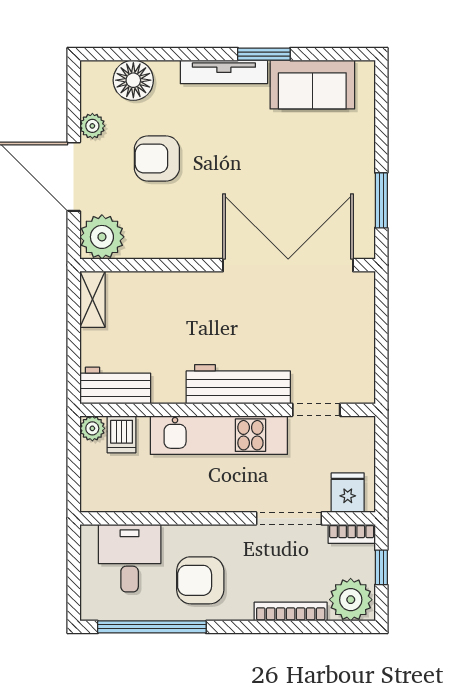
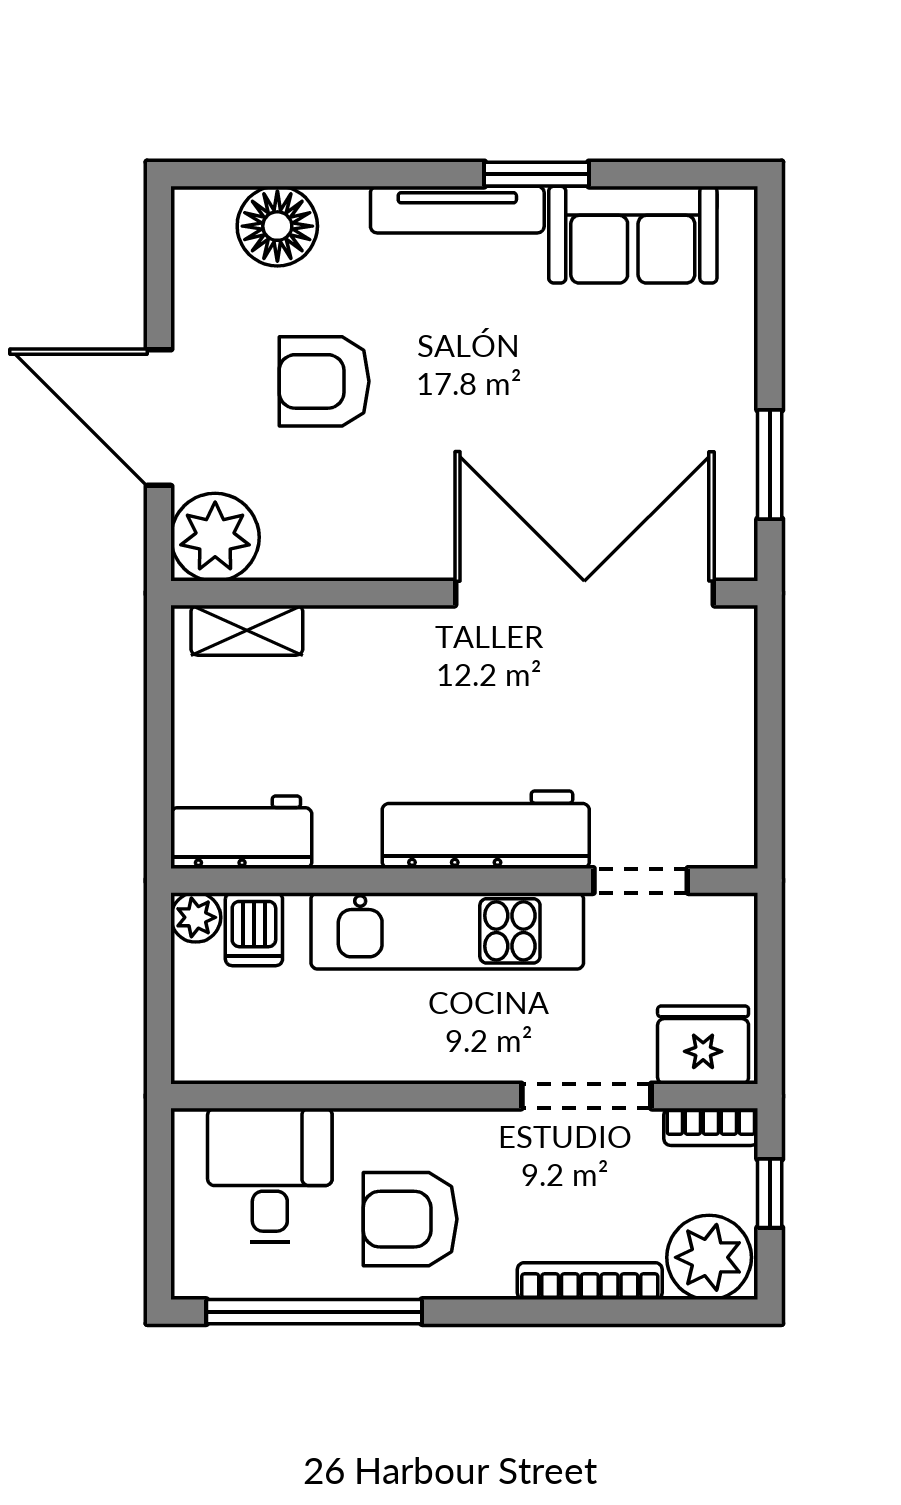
plant: (92, 126) -> (196, 317), removed
shelving: (92, 299) -> (247, 630), moved, turned 90
fridge: (348, 493) -> (703, 1045), width x1.38

